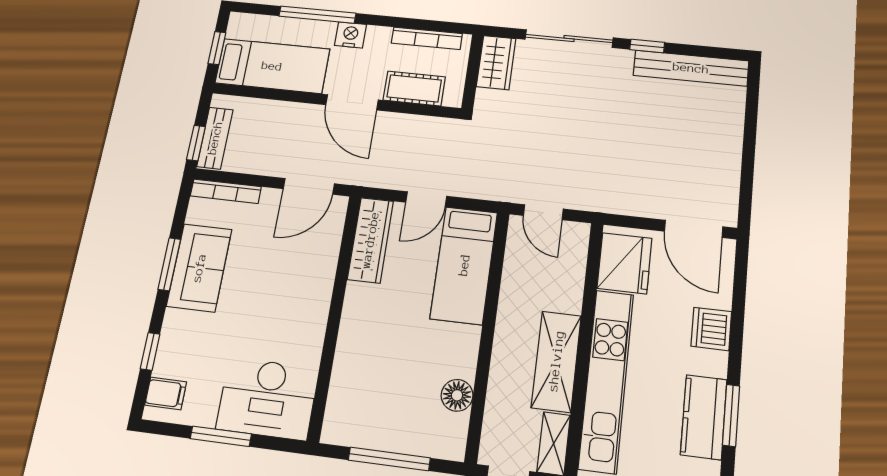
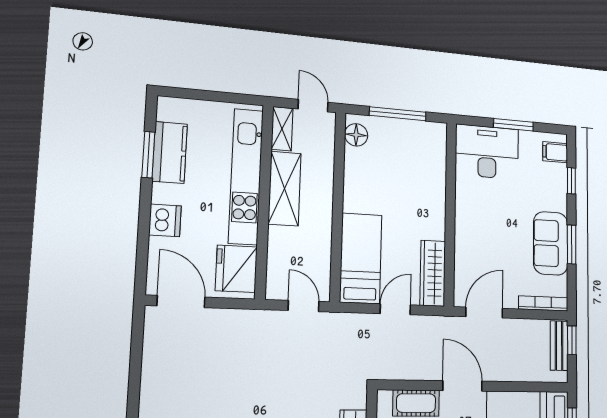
floor lamp: (457, 395) -> (356, 135), moved

